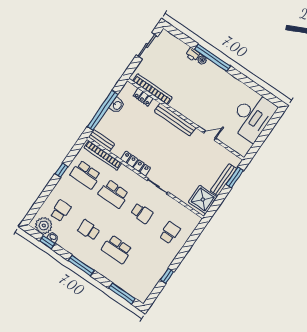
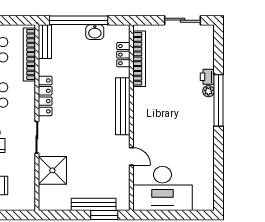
desk: (252, 116) -> (162, 188), moved
shower: (203, 200) -> (52, 170), moved

